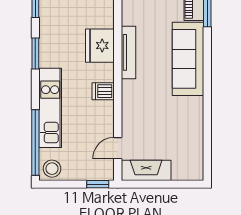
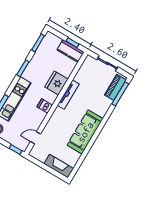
sofa: (188, 59) -> (85, 132), moved
fireplace: (146, 170) -> (59, 166), moved

